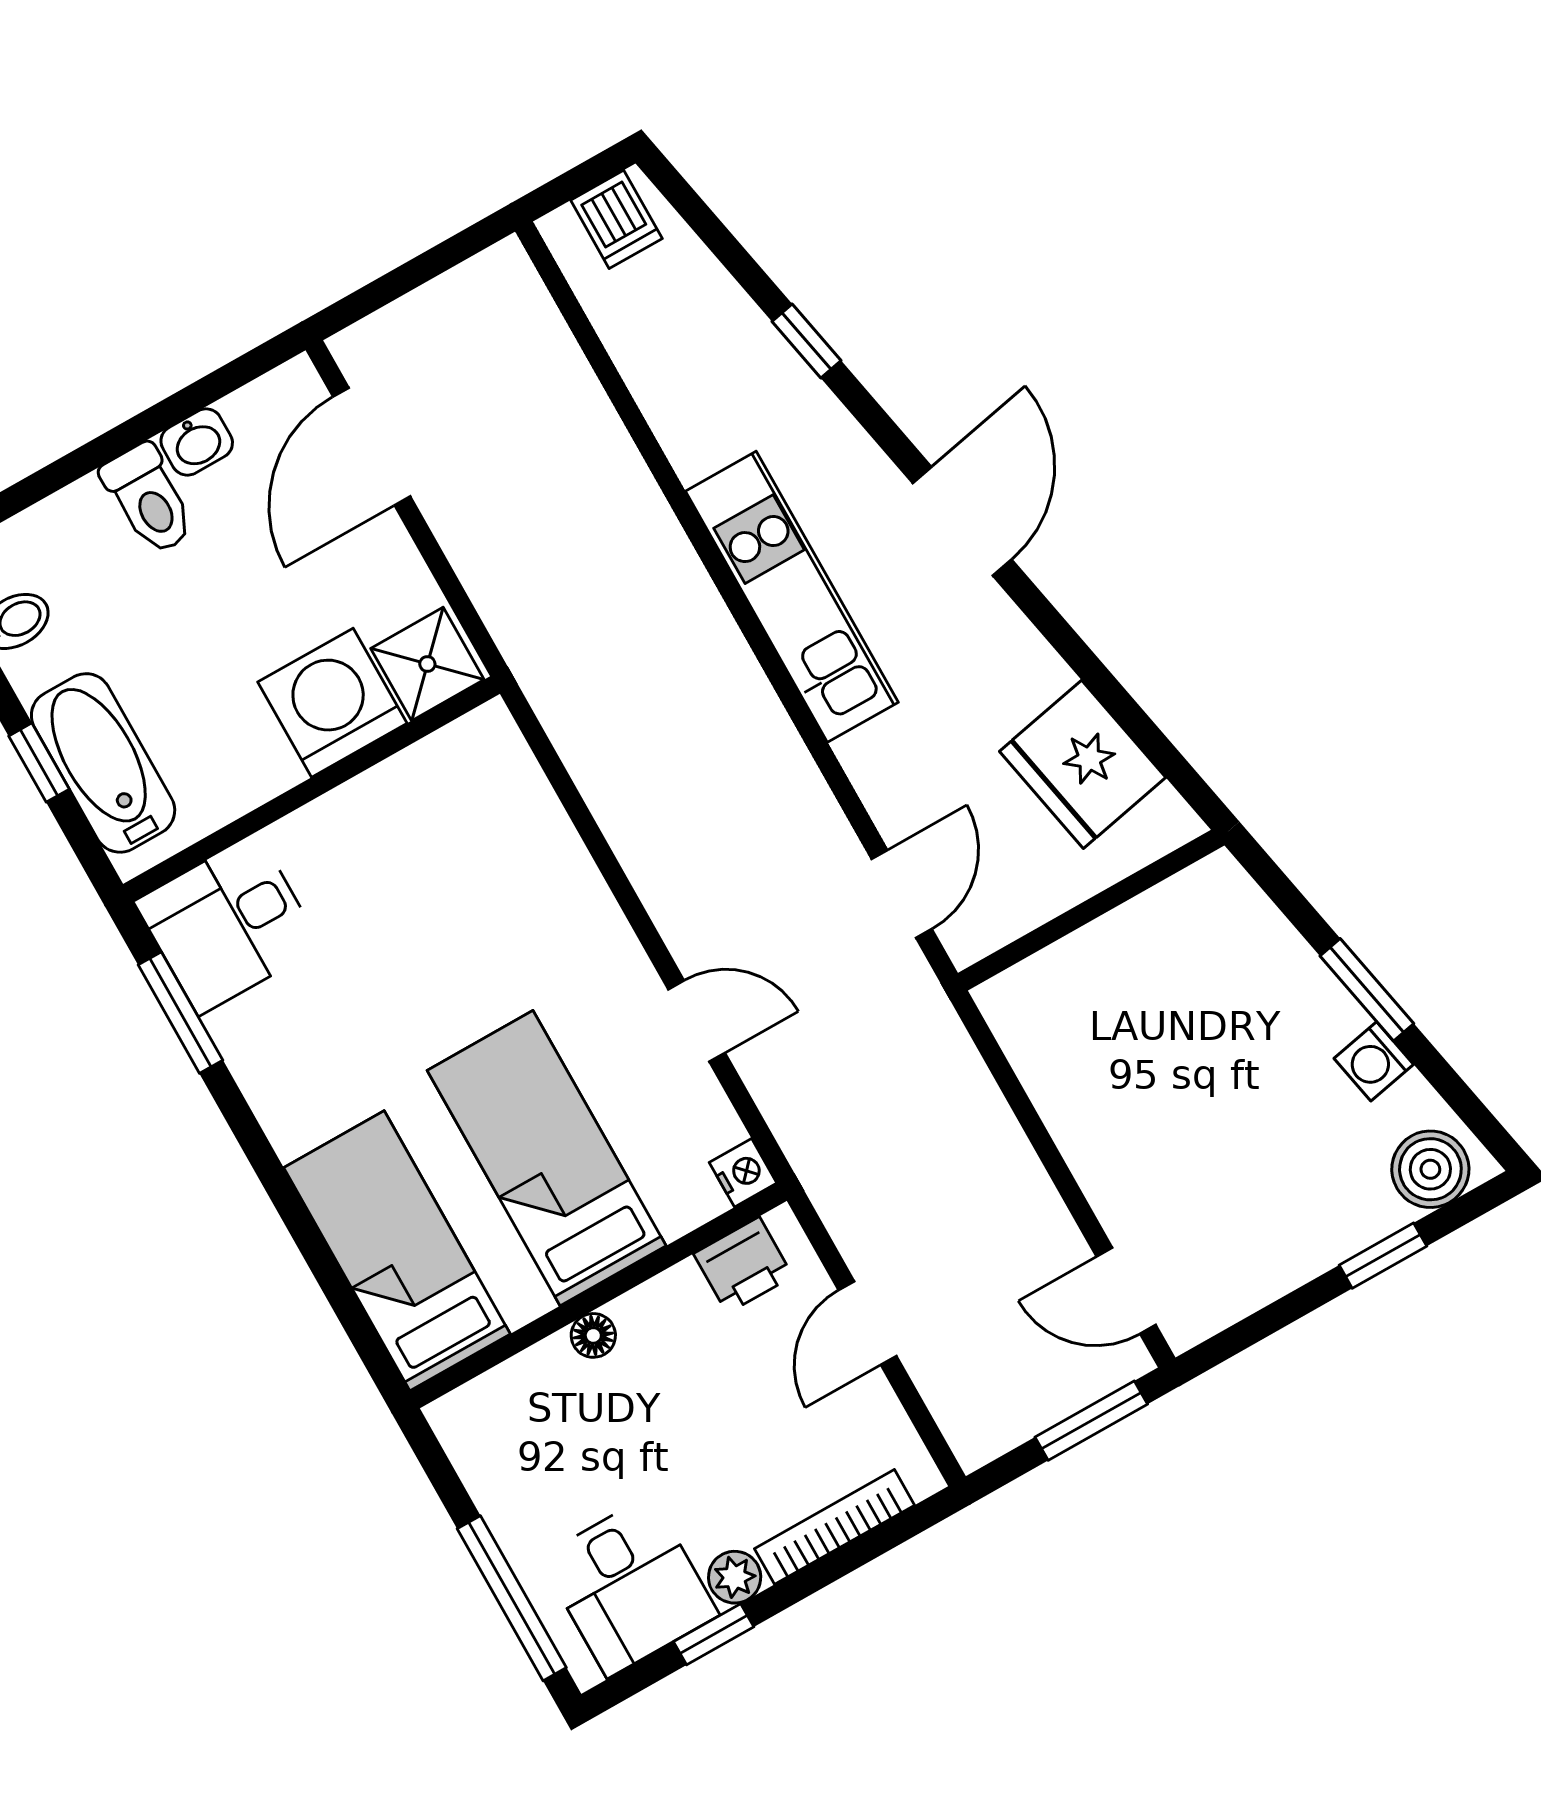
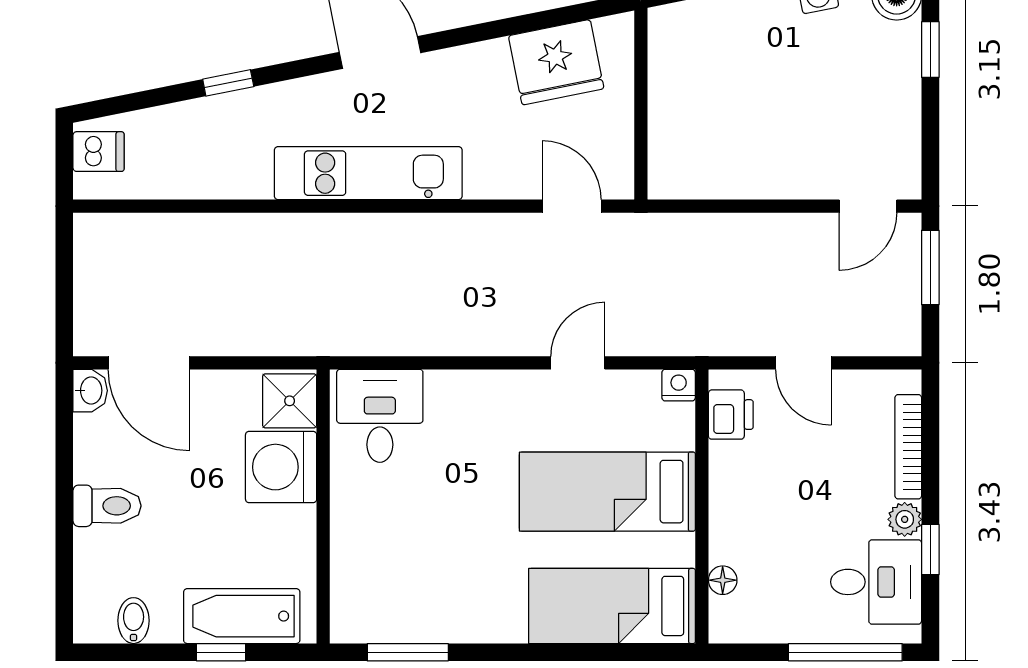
washbasin: (197, 442) -> (90, 391), moved
desk: (228, 924) -> (380, 416), moved, turned 180
floor lamp: (593, 1335) -> (723, 580), moved

